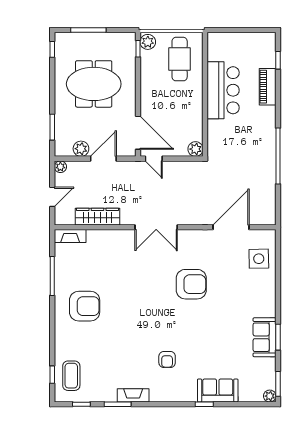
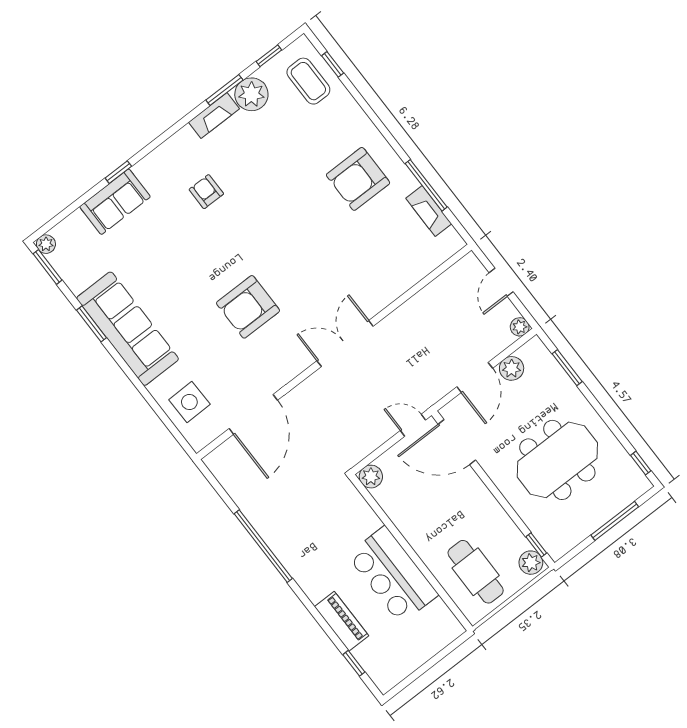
wardrobe: (97, 217) -> (427, 301), removed
fireplace: (70, 236) -> (429, 211), moved, turned -90
sofa: (264, 337) -> (128, 329), width x1.85, depth x1.27
plant: (106, 391) -> (251, 94), added

